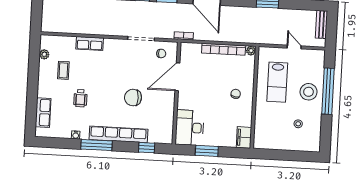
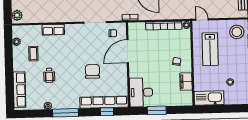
plant: (47, 23) -> (17, 15), added
door: (294, 47) -> (202, 20), moved
stool: (309, 92) -> (237, 32), moved
chair: (133, 98) -> (92, 71), turned 90
row of seats: (43, 113) -> (19, 90), width x1.48
row of seats: (118, 134) -> (104, 102), moved
filing cabinet: (244, 137) -> (186, 82), moved
kitchen sink: (271, 141) -> (209, 98), added

